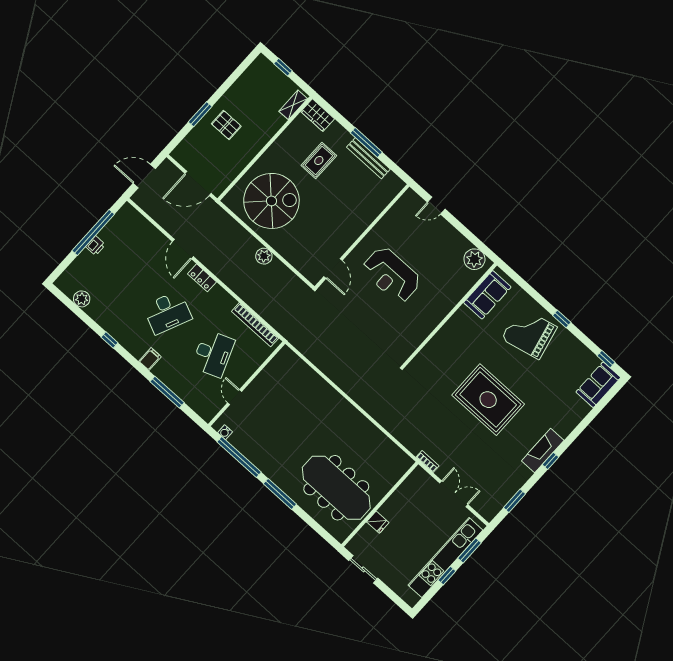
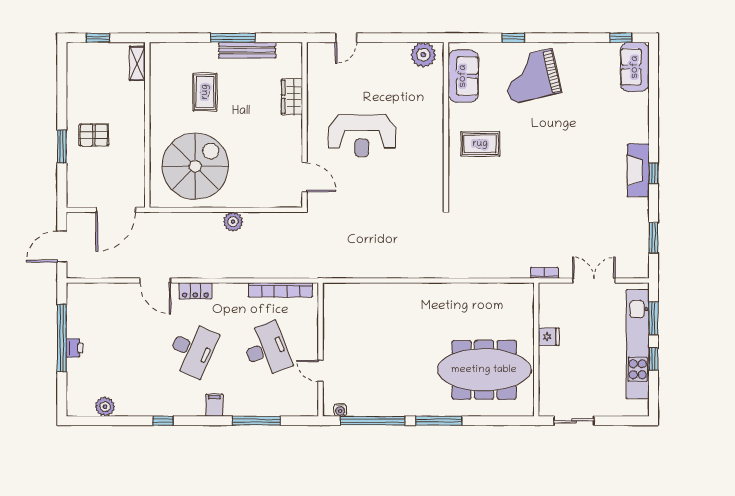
wardrobe: (318, 115) -> (292, 97), moved, turned 90
window: (562, 319) -> (513, 38), moved
rug: (488, 400) -> (480, 144), moved, width x0.54, depth x0.49
fridge: (378, 522) -> (549, 337), moved

